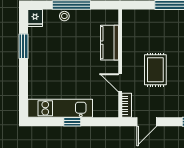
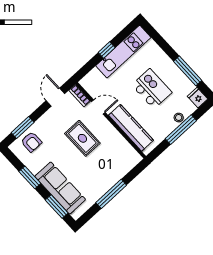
kitchen counter: (109, 43) -> (131, 128), width x1.50
window: (23, 46) -> (188, 71), width x1.44
kitchen island: (65, 58) -> (152, 89), added

